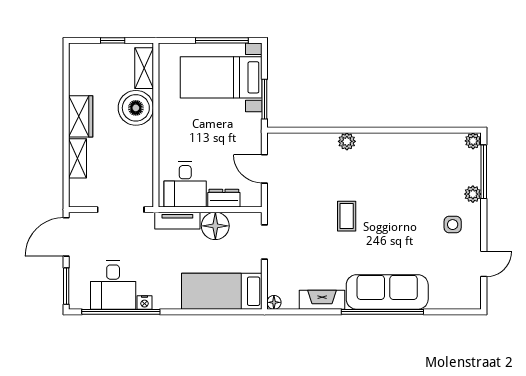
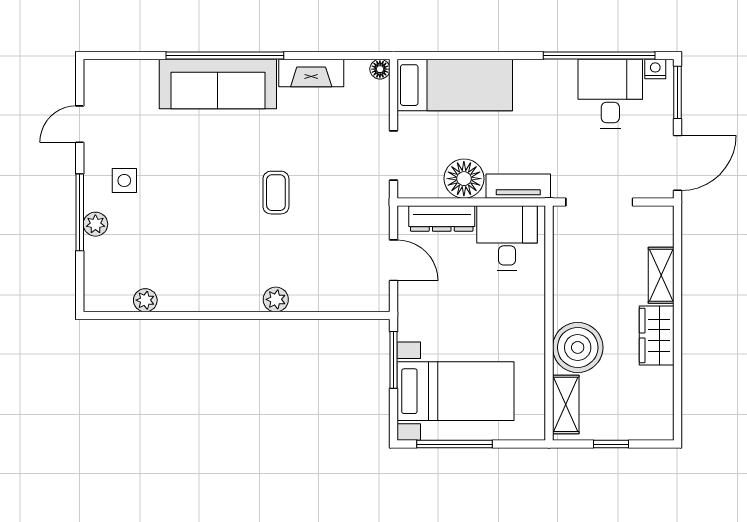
plant: (473, 141) -> (145, 300), moved
window: (484, 172) -> (80, 212), moved
dresser: (224, 198) -> (442, 218), width x1.44
nightstand: (144, 302) -> (655, 69), moved

